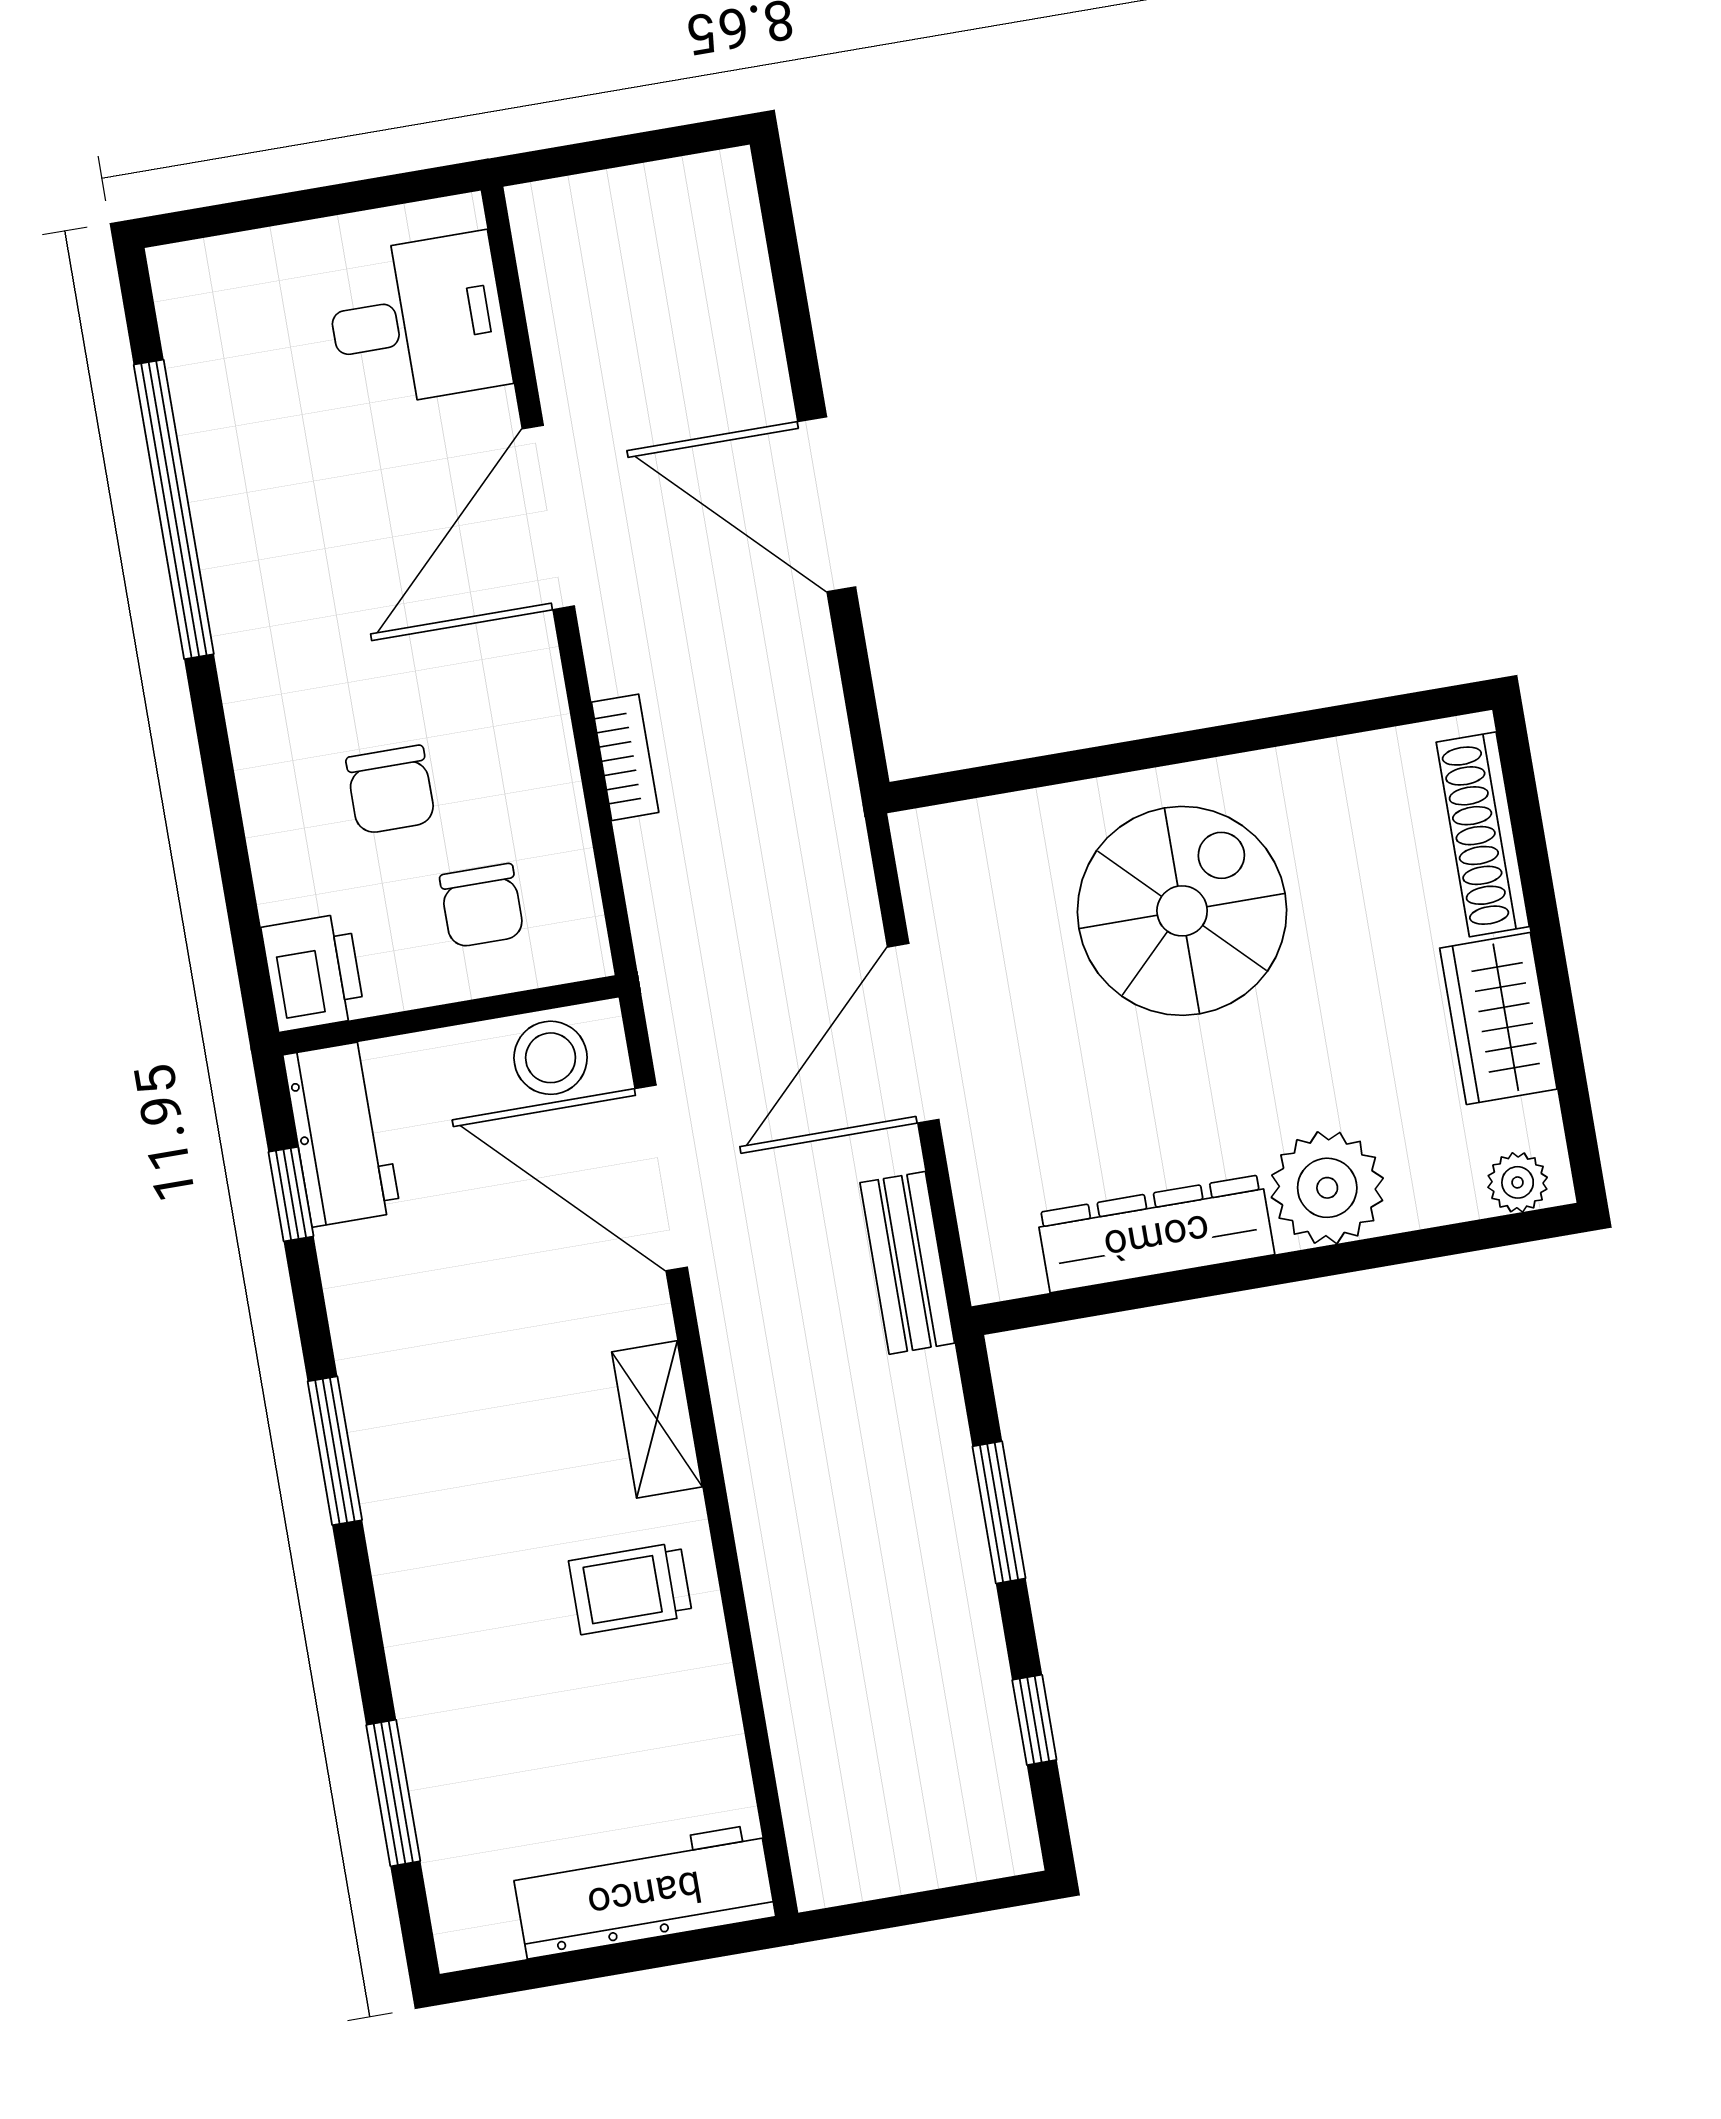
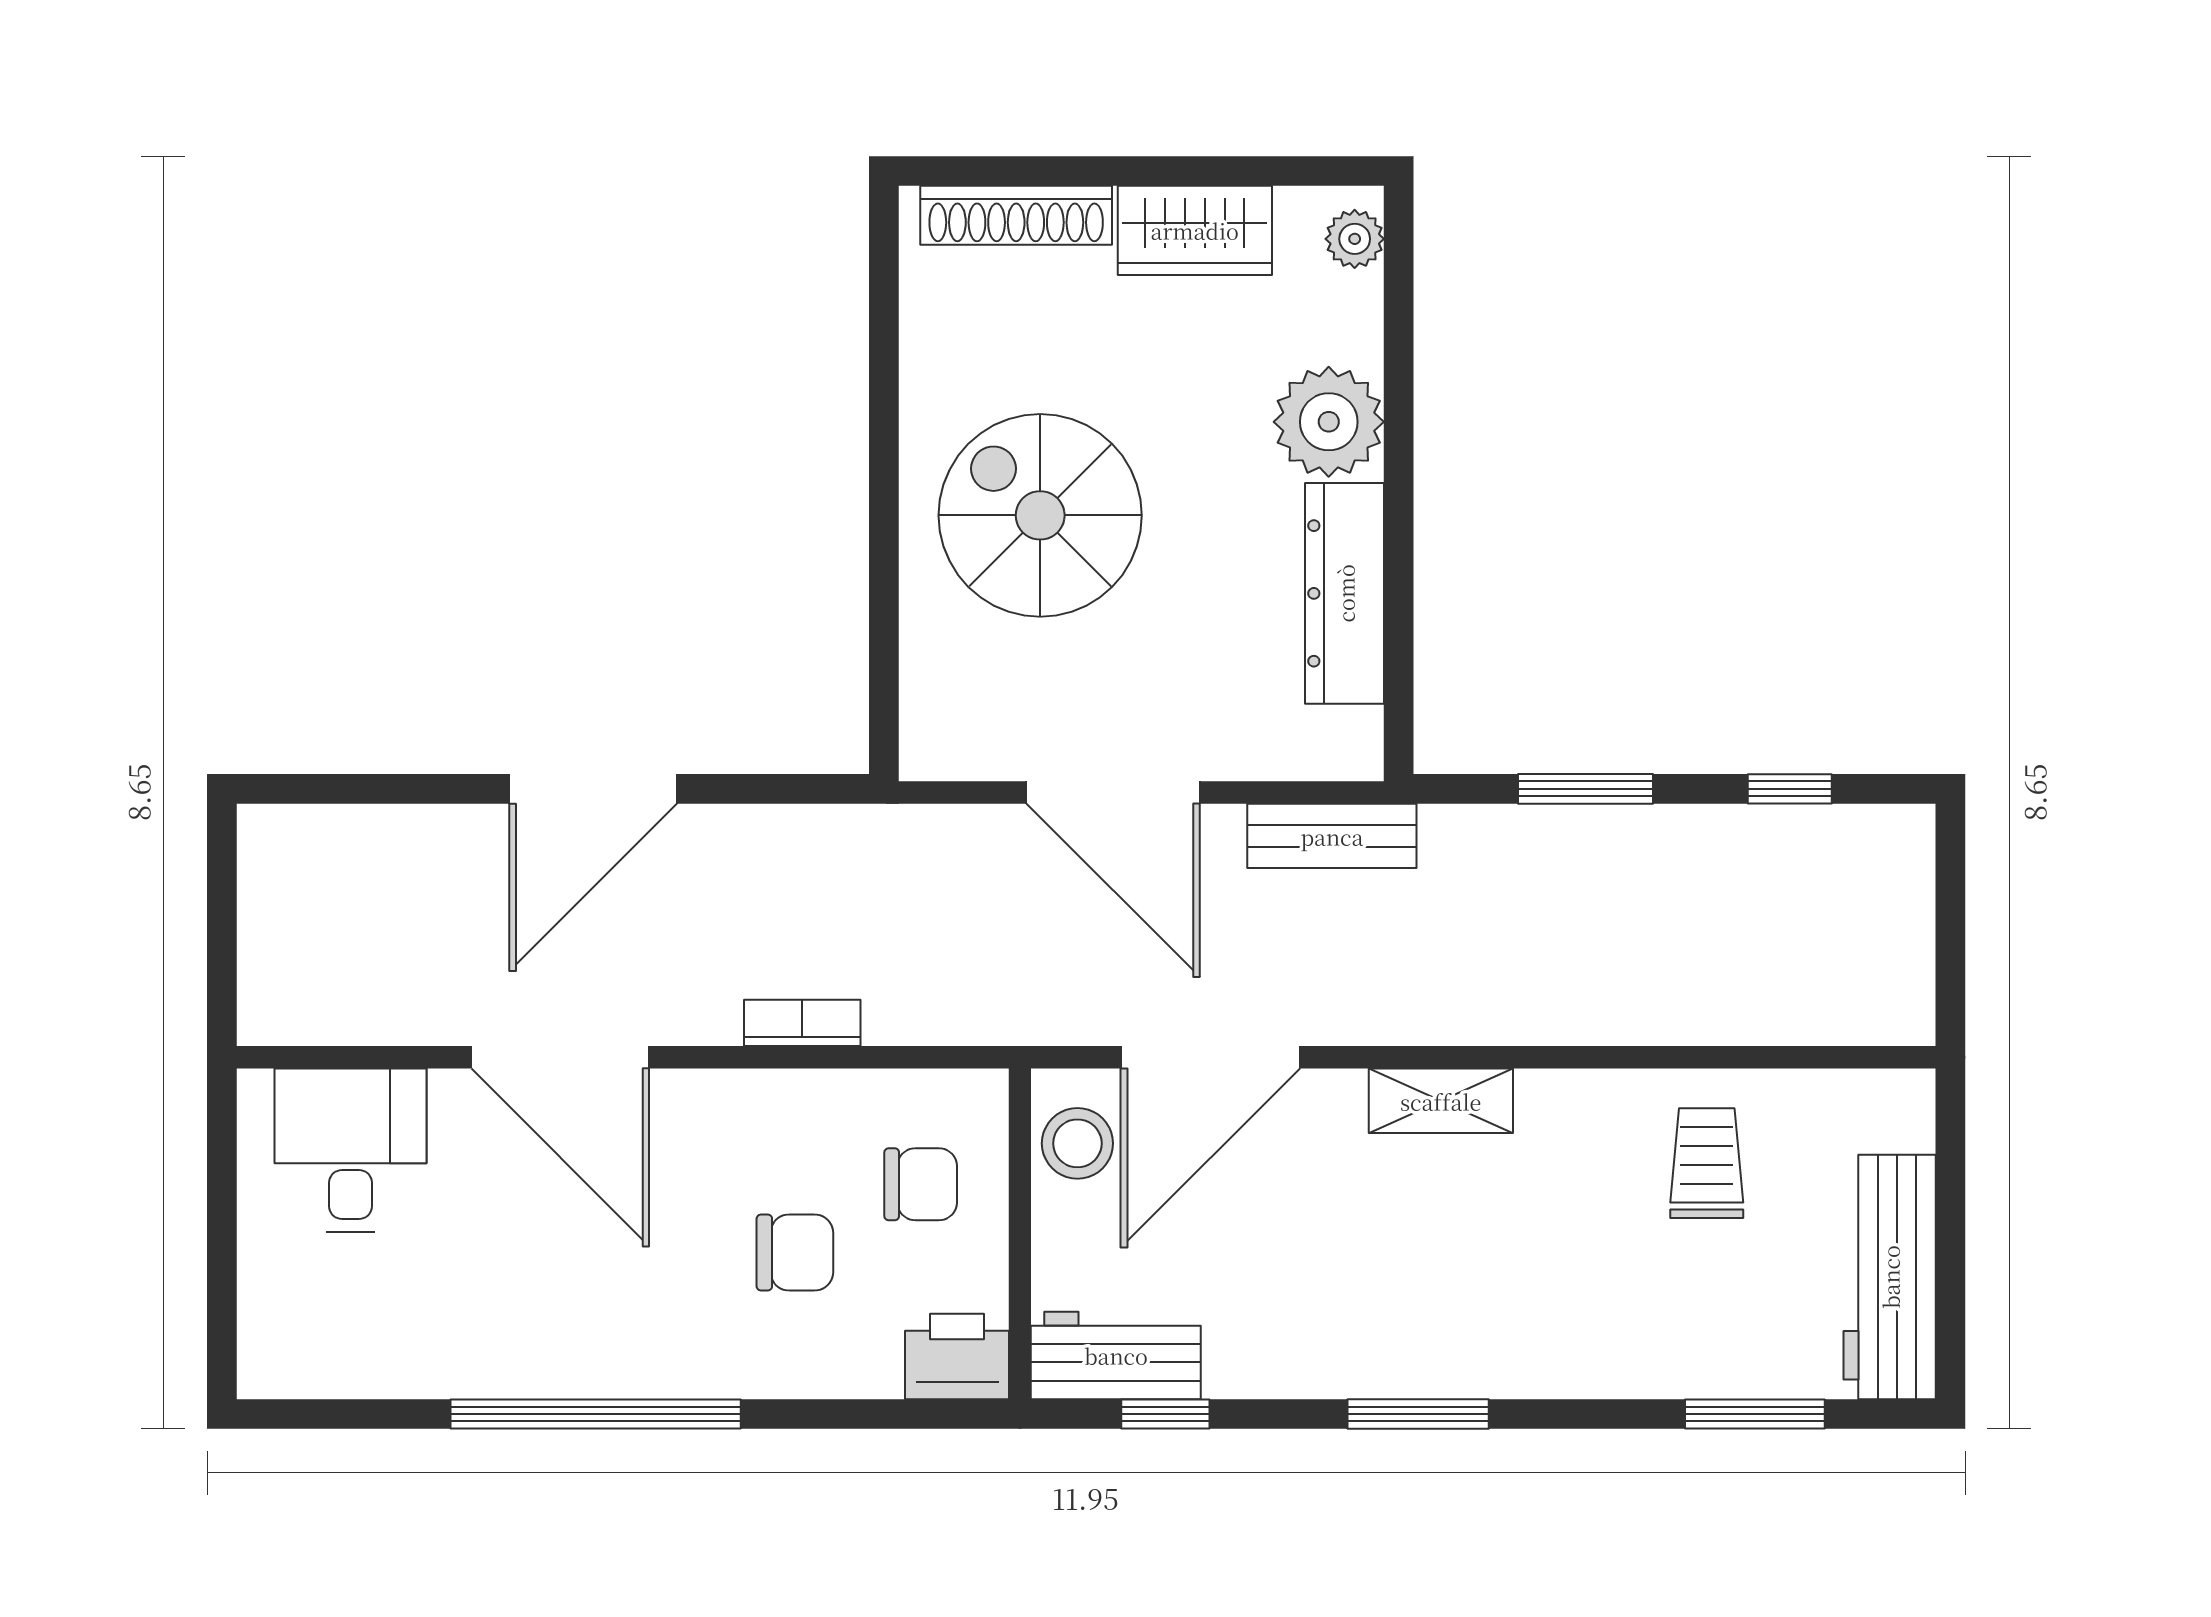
window: (174, 509) -> (596, 1414), moved
trolley: (630, 1588) -> (1707, 1163), moved, turned 180
workbench: (644, 1891) -> (1890, 1277), moved

